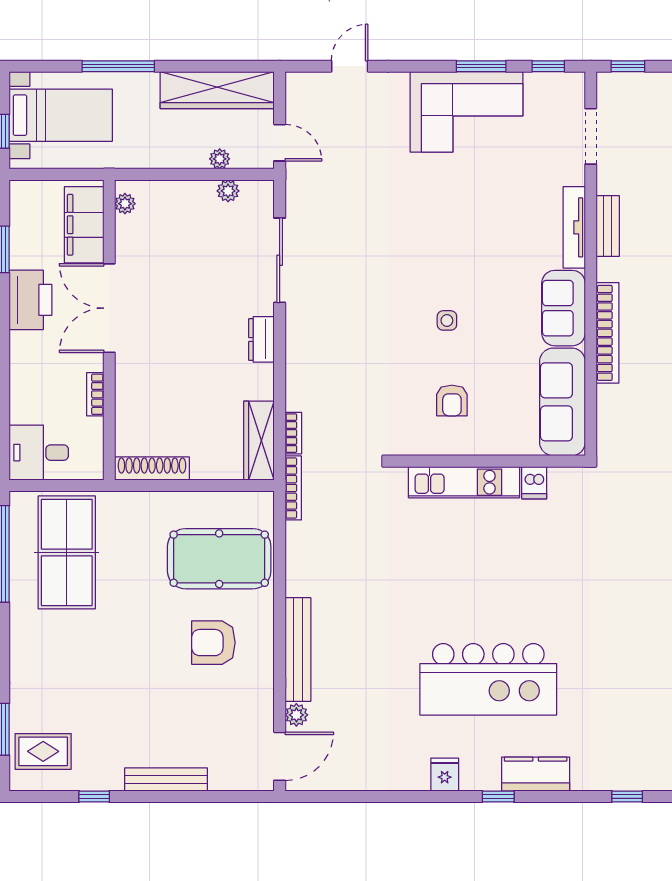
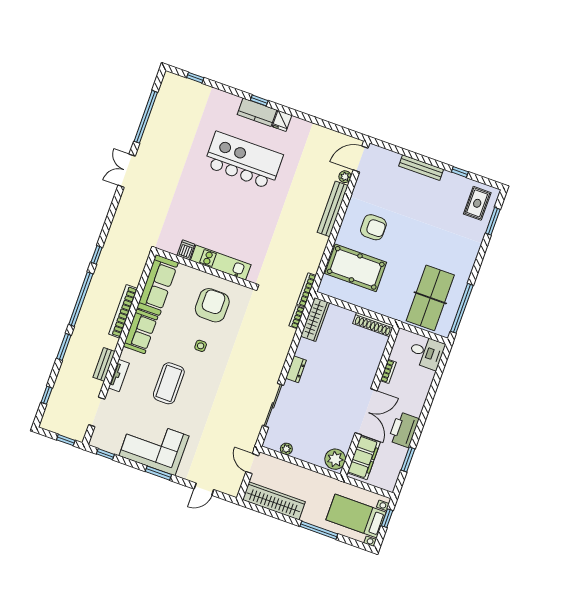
window: (481, 66) -> (158, 473), moved
plant: (220, 159) -> (285, 466), removed
plant: (125, 204) -> (335, 459), width x1.87, depth x1.87
tv unit: (574, 227) -> (119, 375), width x0.71
coffee table: (480, 233) -> (169, 383), added
armchair: (452, 400) -> (212, 305), width x1.88, depth x1.88
rug: (43, 751) -> (477, 203), turned 90
kitchen counter: (536, 774) -> (257, 112), moved

